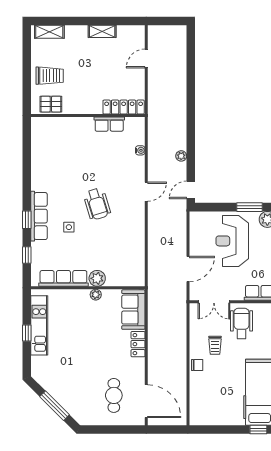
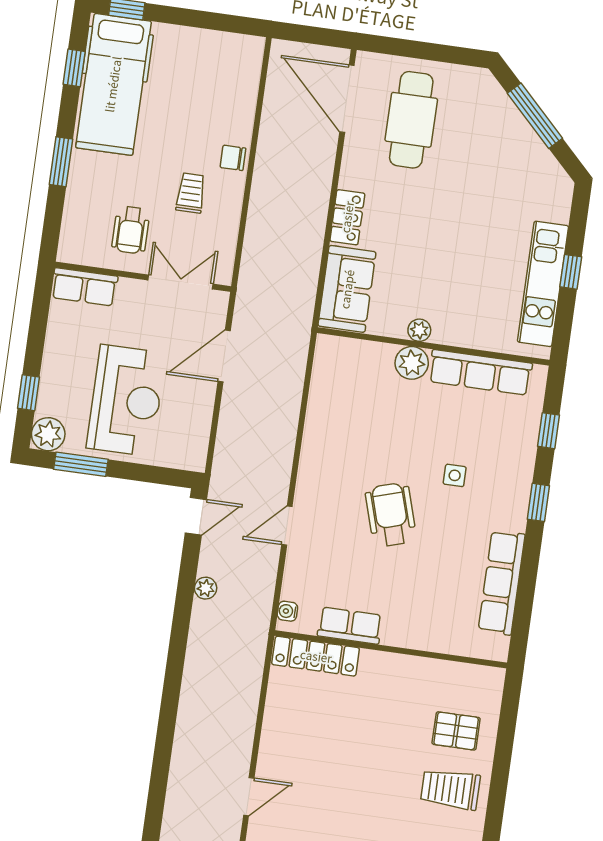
locker: (124, 107) -> (316, 656), moved
wall: (88, 115) -> (391, 649), moved
row of seats: (109, 124) -> (350, 626), moved
row of seats: (39, 216) -> (502, 583), moved
wheelchair: (241, 323) -> (131, 230), width x0.73, depth x0.73
cafe table: (114, 395) -> (411, 120), width x1.37, depth x1.35

